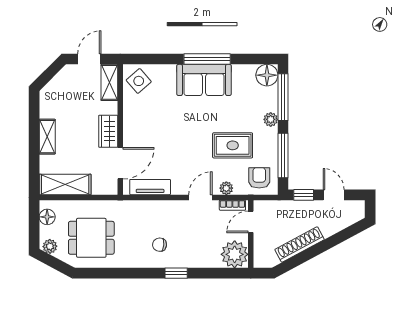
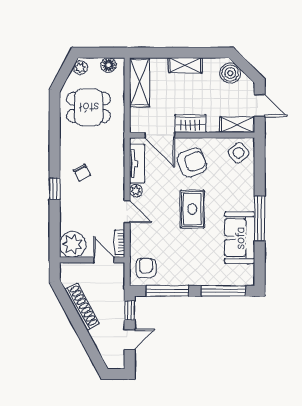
floor lamp: (267, 75) -> (244, 275), removed
sofa: (204, 80) -> (240, 238), moved
boiler: (55, 90) -> (230, 73), added
plant: (271, 119) -> (202, 279), removed
armchair: (149, 130) -> (192, 163), added
rug: (233, 145) -> (192, 209), moved
armchair: (259, 178) -> (146, 268), turned -90
plant: (226, 188) -> (136, 191), moved
dining table: (91, 238) -> (89, 107), turned 90
chair: (160, 245) -> (82, 173), turned 146

